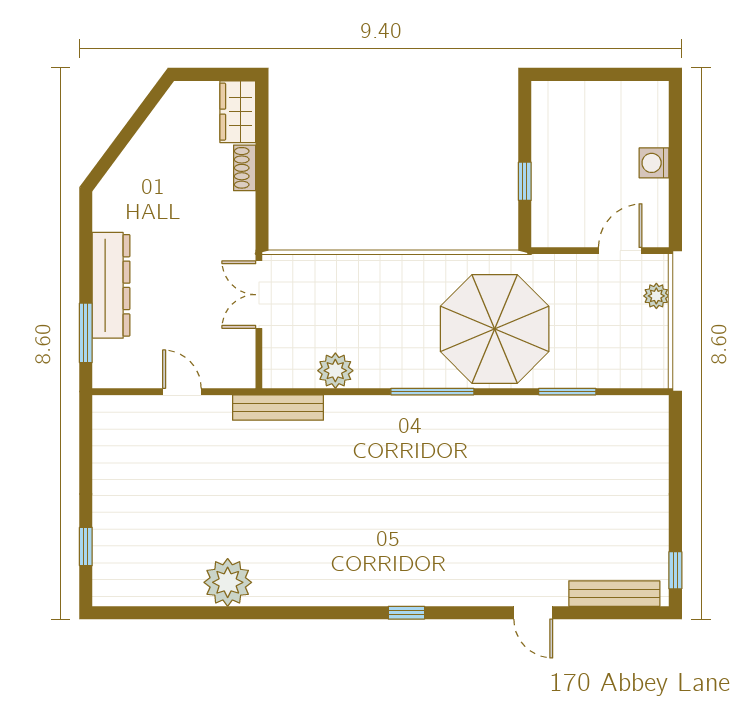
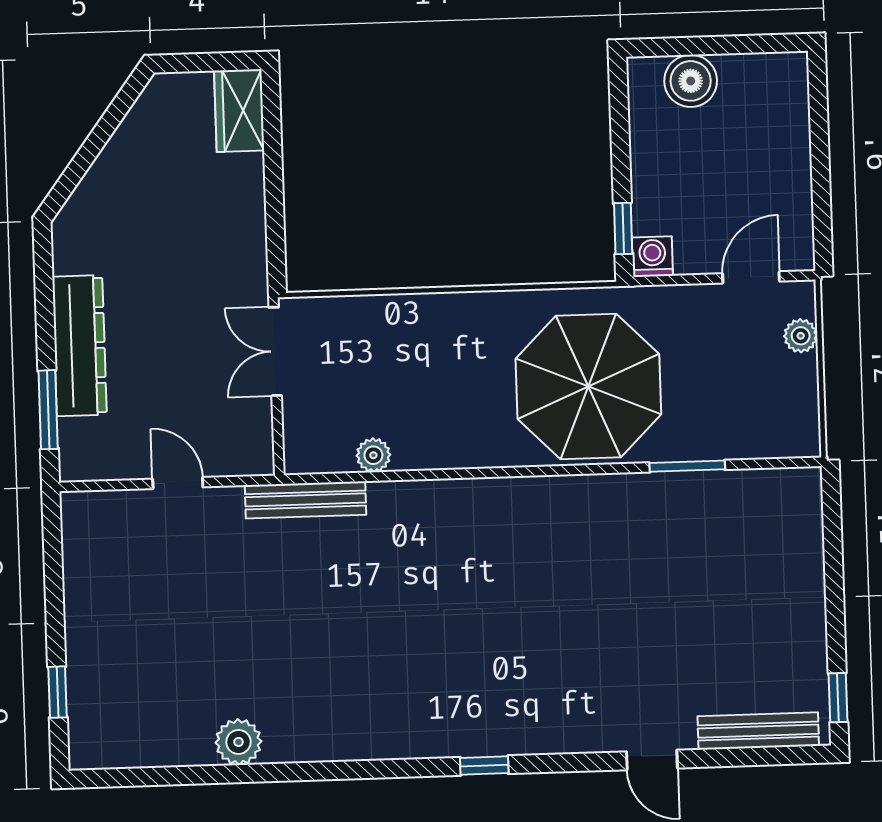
boiler: (580, 101) -> (691, 81), added
washing machine: (654, 163) -> (652, 257), moved, turned 90
shoe rack: (245, 168) -> (251, 185), removed
window: (525, 181) -> (623, 228), moved
plant: (335, 371) -> (373, 455), width x0.73, depth x0.73
window: (432, 392) -> (509, 472), removed
plant: (228, 582) -> (238, 742), width x0.73, depth x0.73

